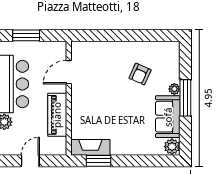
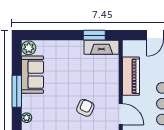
door: (69, 72) -> (121, 114), hinge flipped
armchair: (140, 74) -> (85, 108), moved
plant: (174, 89) -> (27, 118), moved

